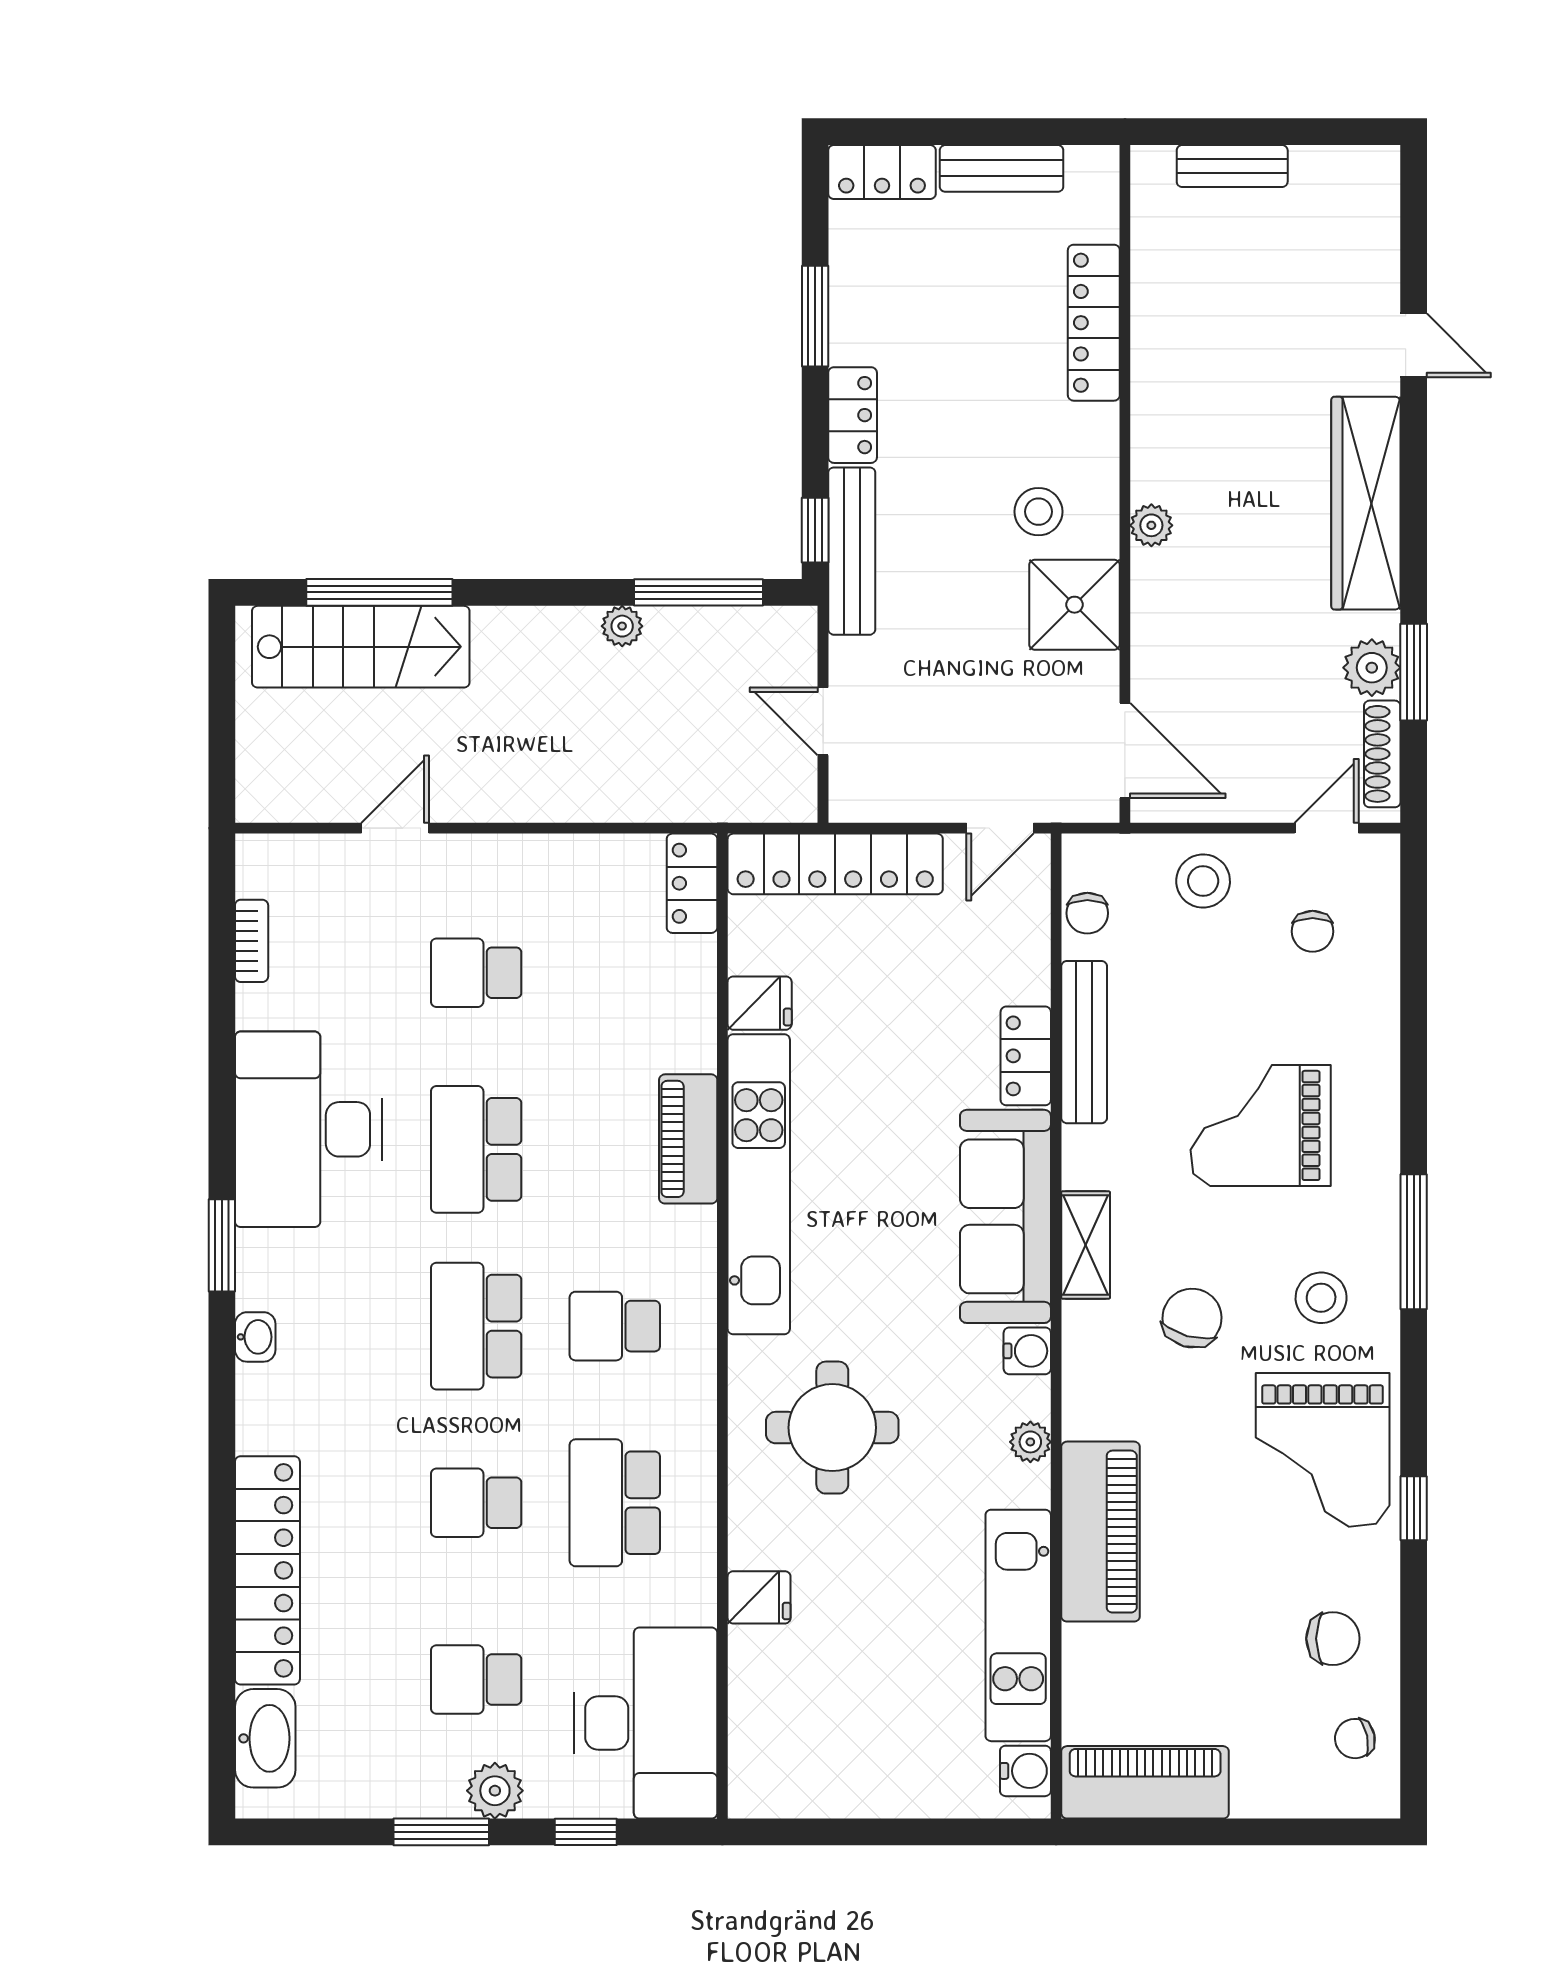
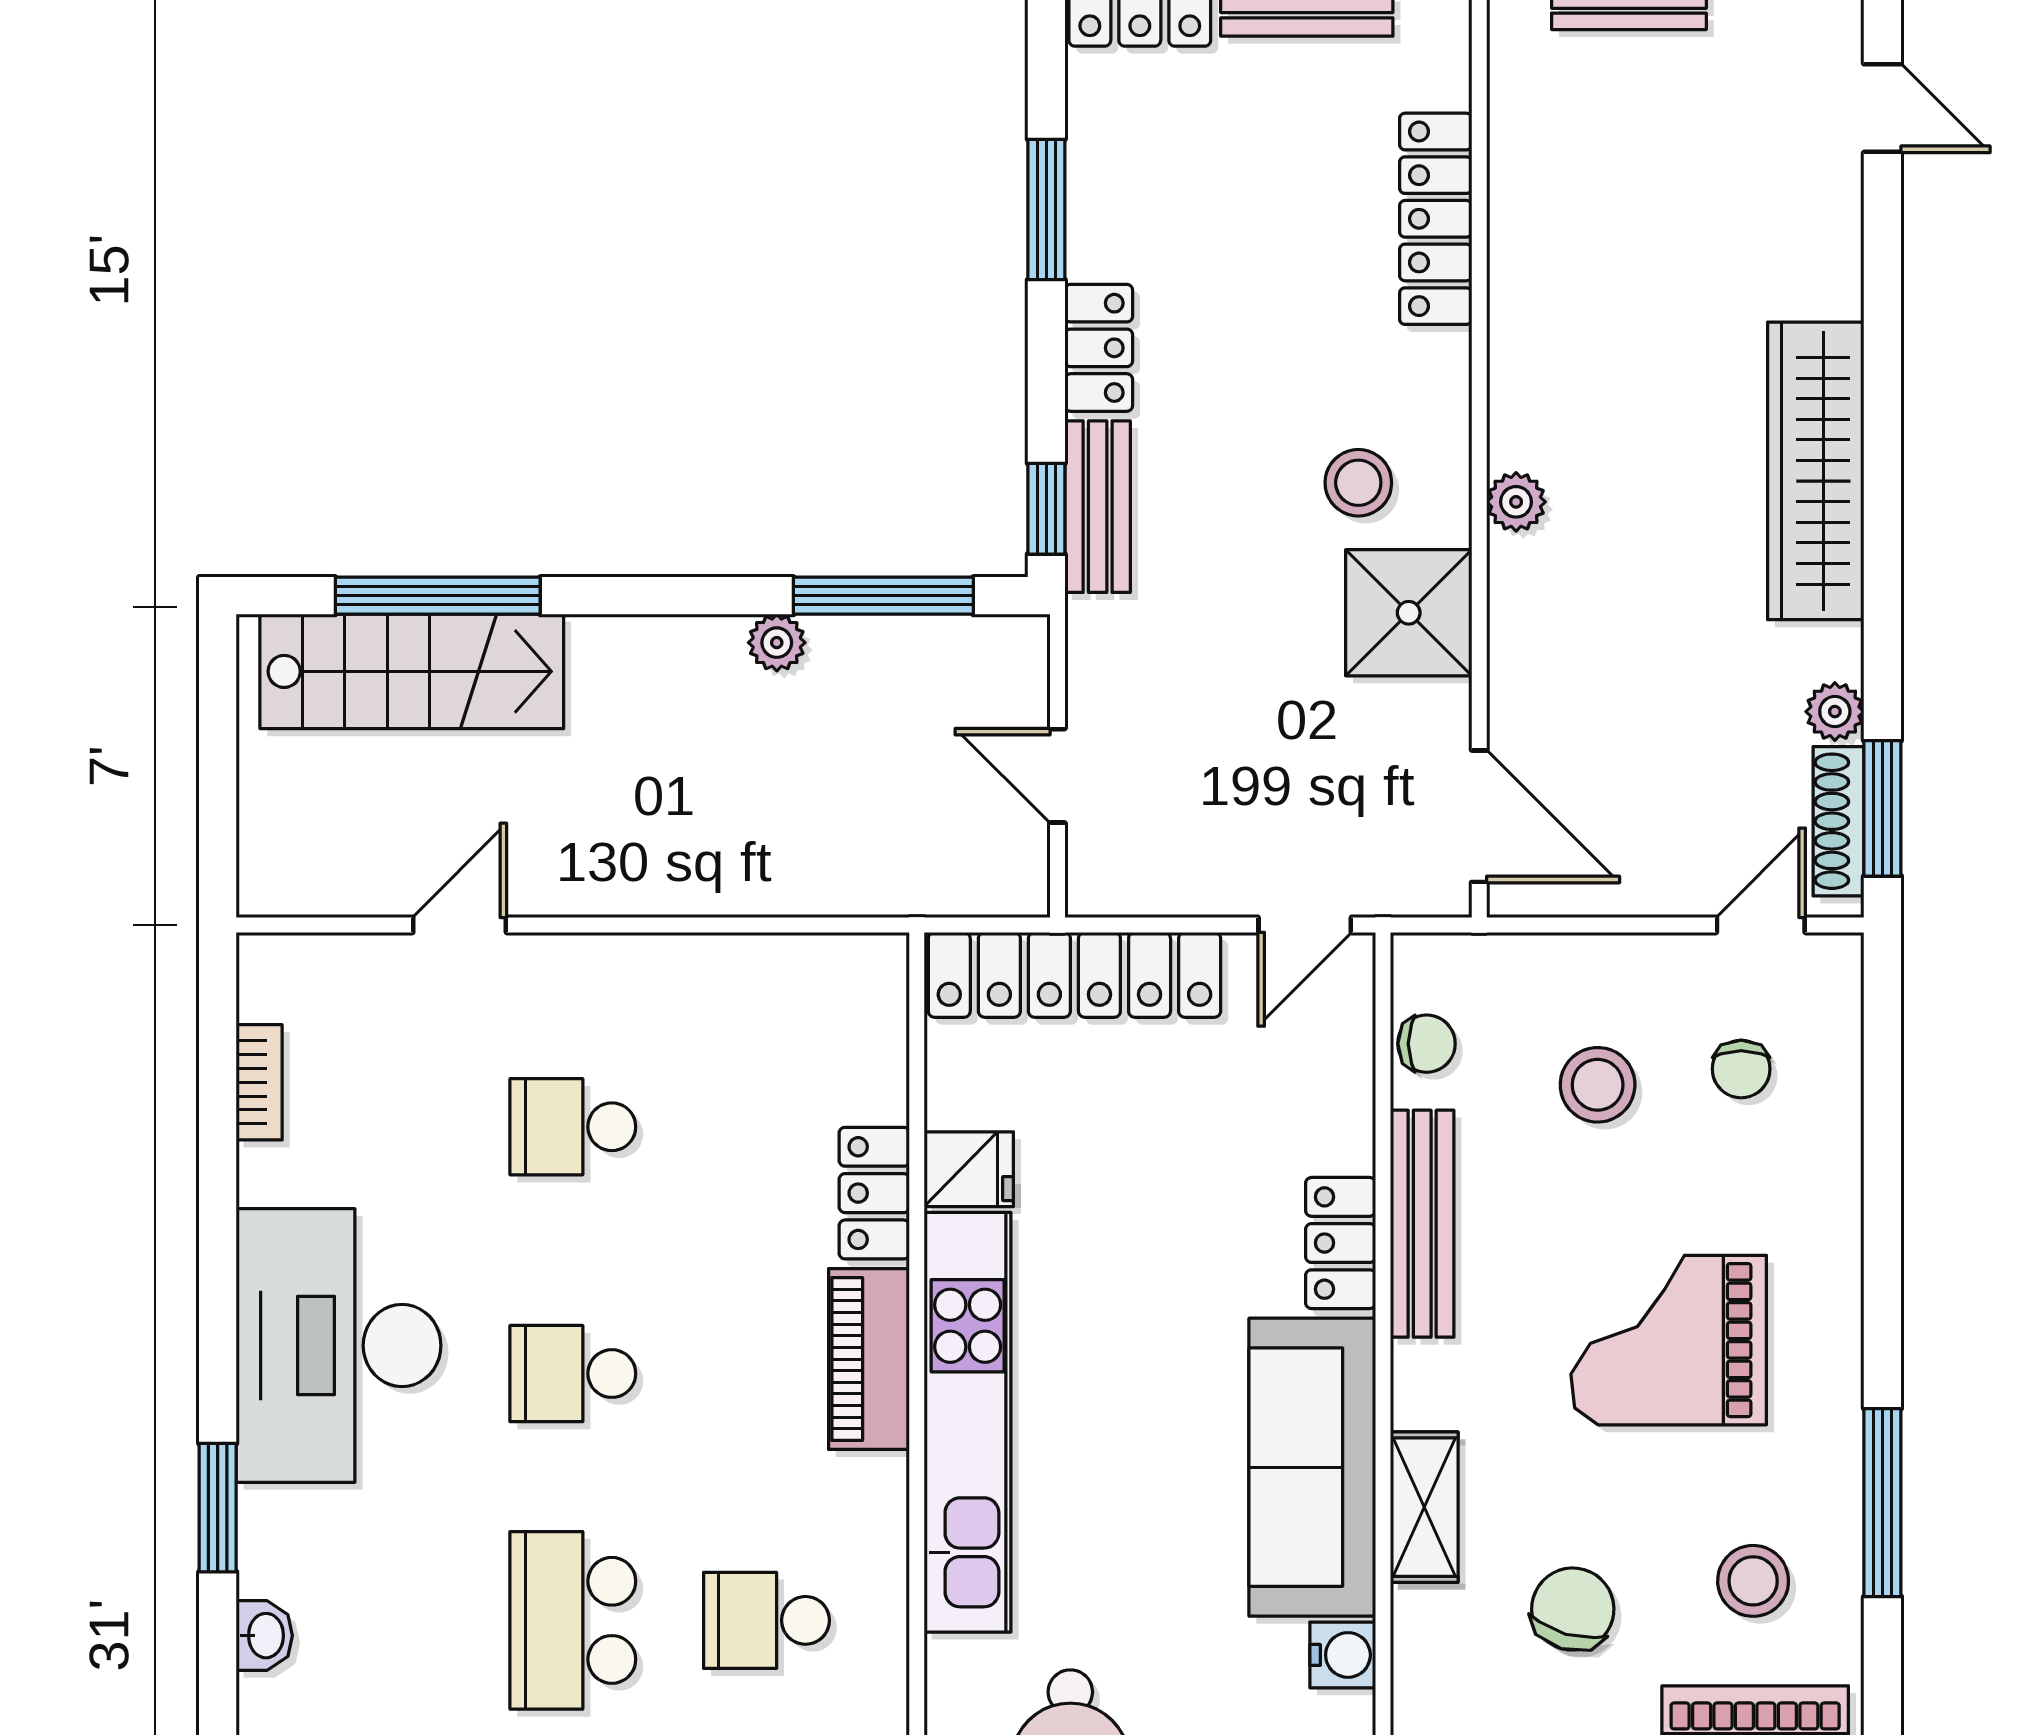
door: (1414, 345) -> (1882, 108), moved
bench: (852, 551) -> (1098, 507), width x0.73
plant: (1372, 668) -> (1835, 712), width x0.73, depth x0.73
window: (1414, 672) -> (1882, 808), moved
stool: (1203, 881) -> (1598, 1085), moved
locker: (692, 883) -> (874, 1193), moved
chair: (1087, 913) -> (1427, 1044), turned -90
school desk: (476, 1149) -> (573, 1374), width x0.54

